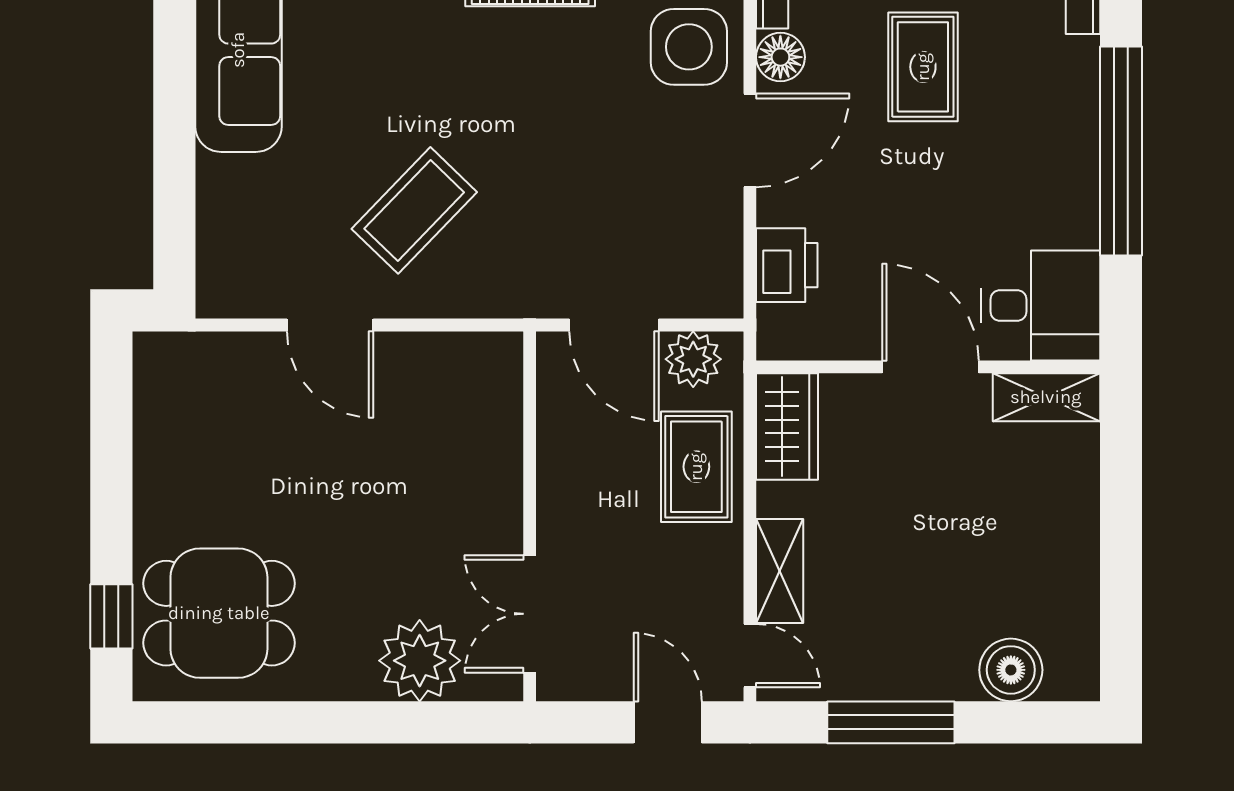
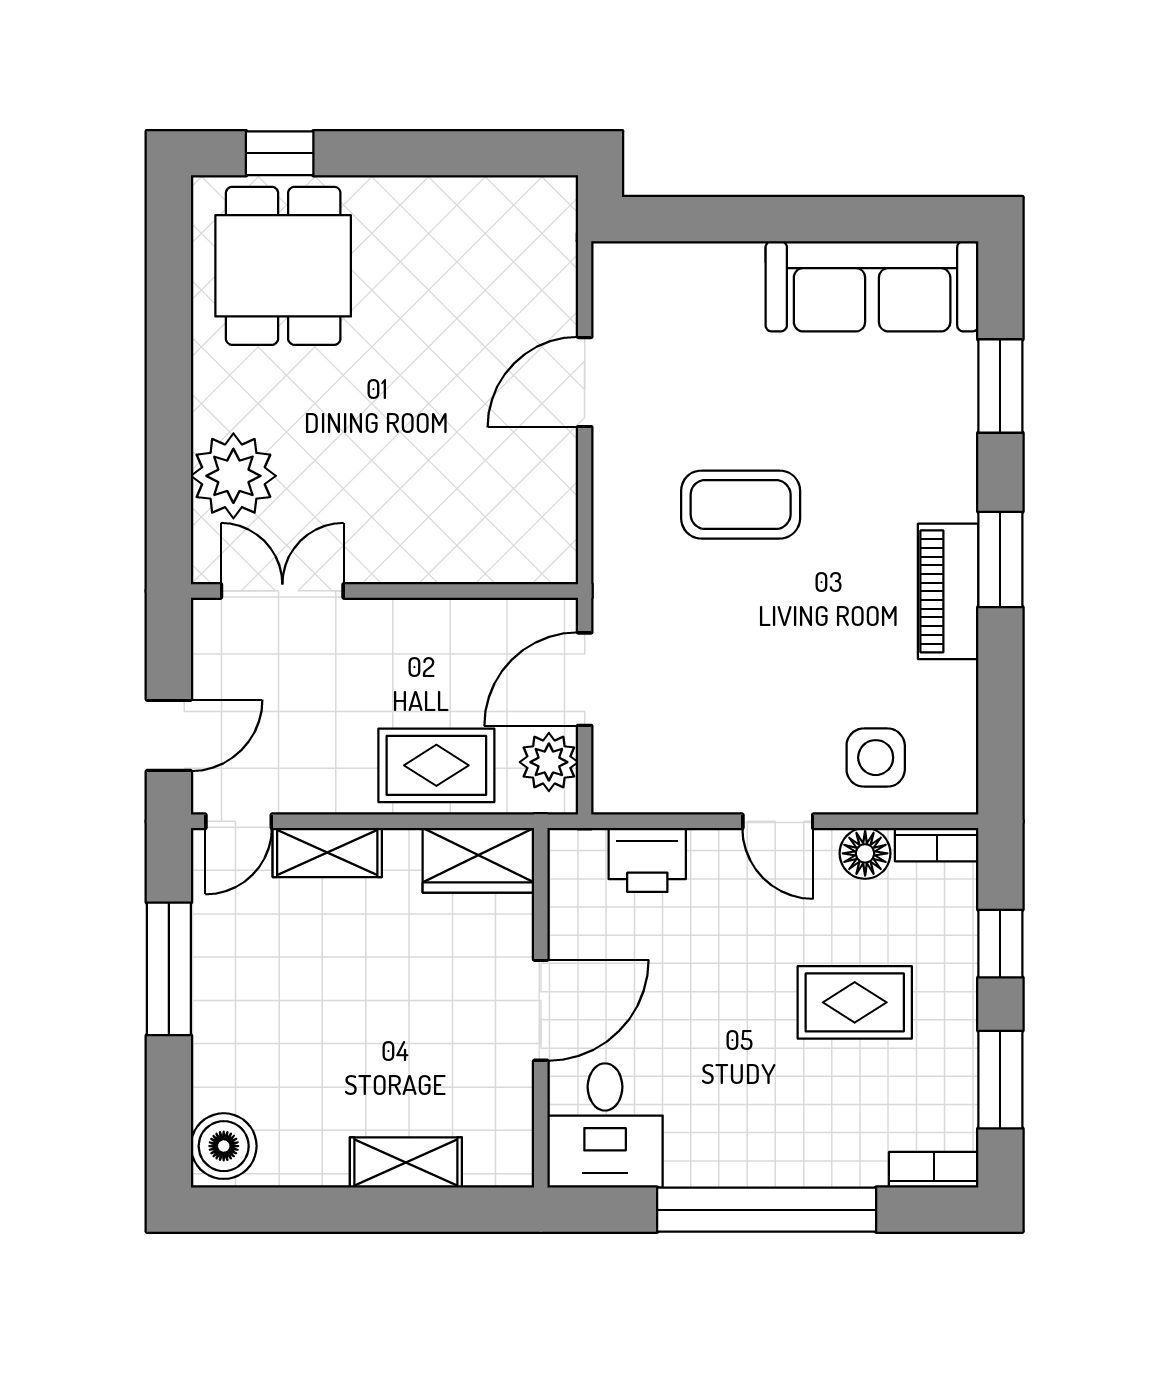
side table: (689, 47) -> (876, 758), width x0.73, depth x0.73
door: (750, 140) -> (778, 821), width x0.73
coffee table: (414, 210) -> (741, 505), moved, turned -44
shelving: (1046, 397) -> (406, 1163), moved, turned 90
boiler: (1011, 670) -> (224, 1146), moved

